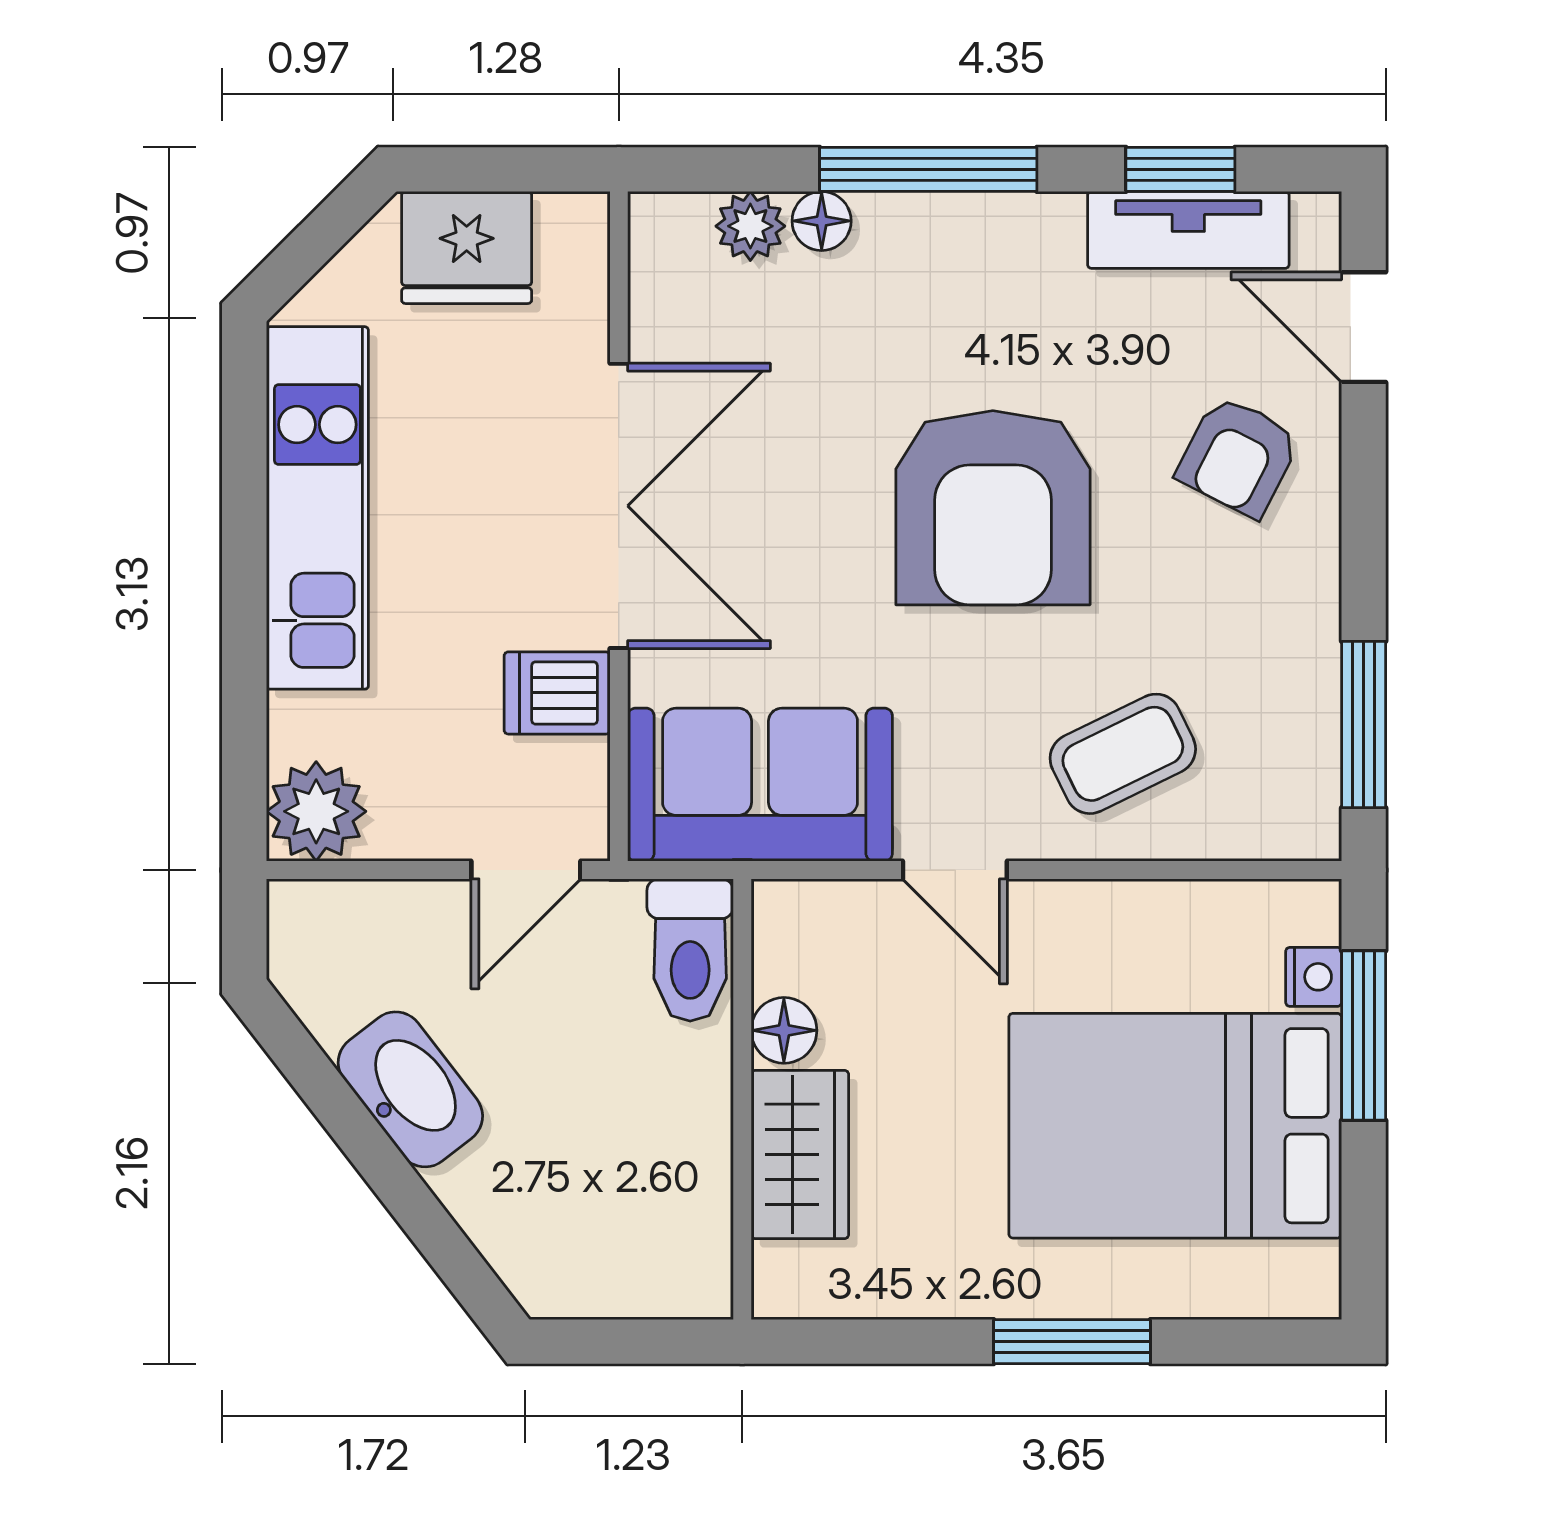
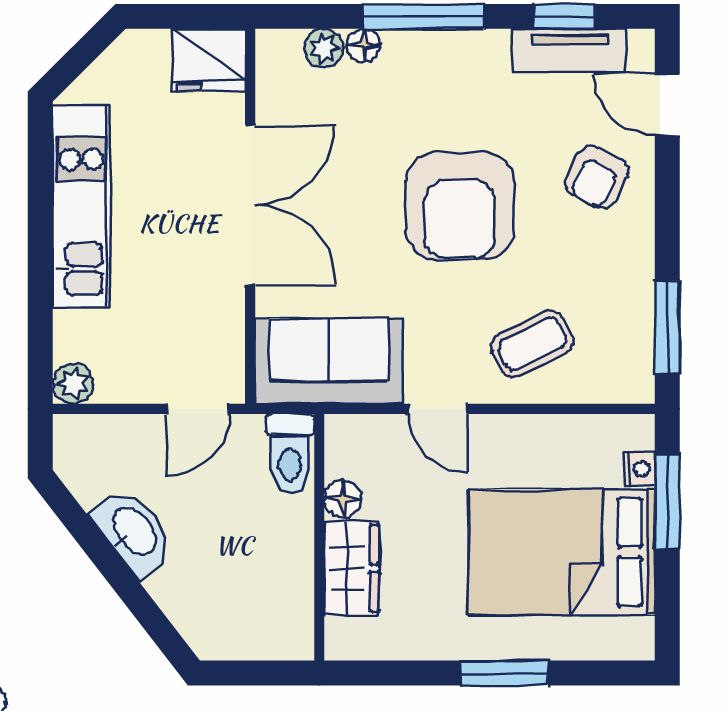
fridge: (467, 247) -> (209, 60), moved
dishwasher: (557, 693) -> (216, 310), removed
plant: (316, 811) -> (73, 384), width x0.73, depth x0.73

